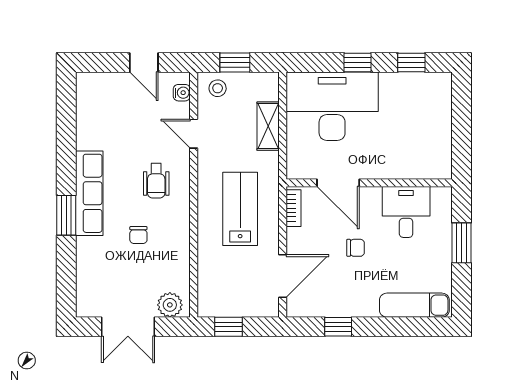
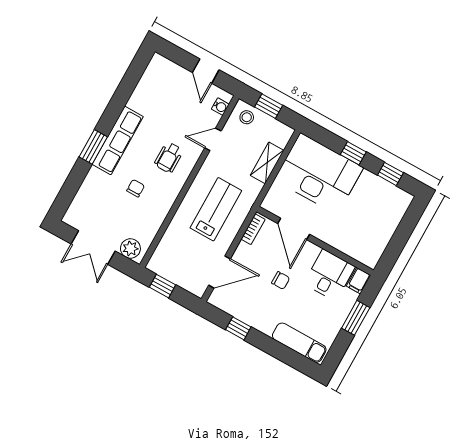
door: (194, 134) -> (213, 139), hinge flipped
filing cabinet: (442, 200) -> (359, 281), added
chair: (138, 235) -> (136, 188), turned 180

